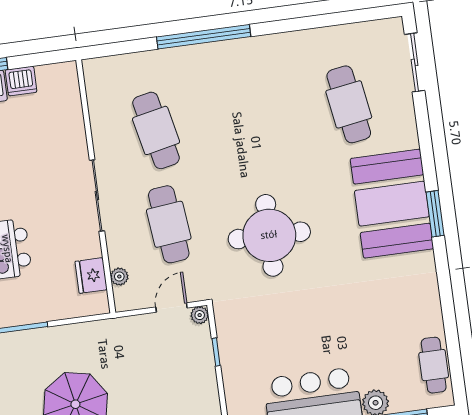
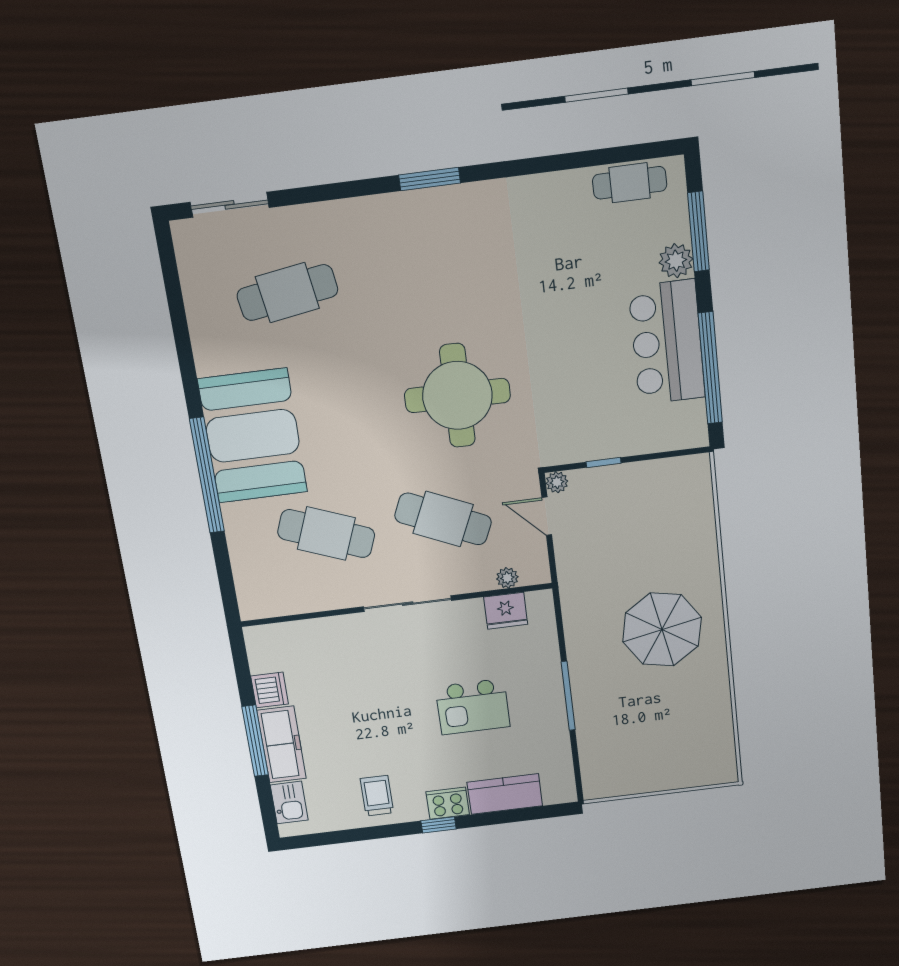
cafe table: (156, 130) -> (326, 534), turned 33
booth: (392, 204) -> (253, 436), moved, turned 90
cafe table: (169, 224) -> (443, 519), turned 30

